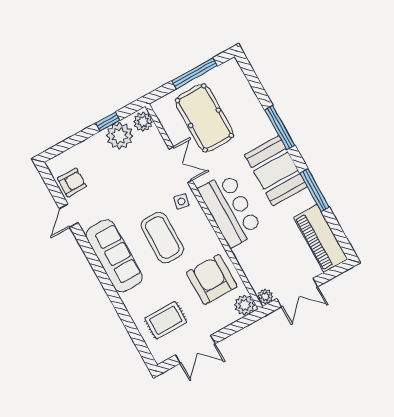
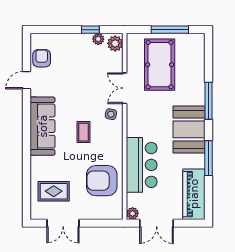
plant: (120, 136) -> (98, 39), width x0.53, depth x0.53
double door: (181, 165) -> (125, 88), swing flipped
armchair: (72, 182) -> (42, 58), turned -90
bar counter: (230, 210) -> (142, 165), moved
coffee table: (162, 238) -> (83, 132), width x0.54, depth x0.58
armchair: (212, 279) -> (102, 181), turned -90
plant: (245, 305) -> (115, 211), removed

